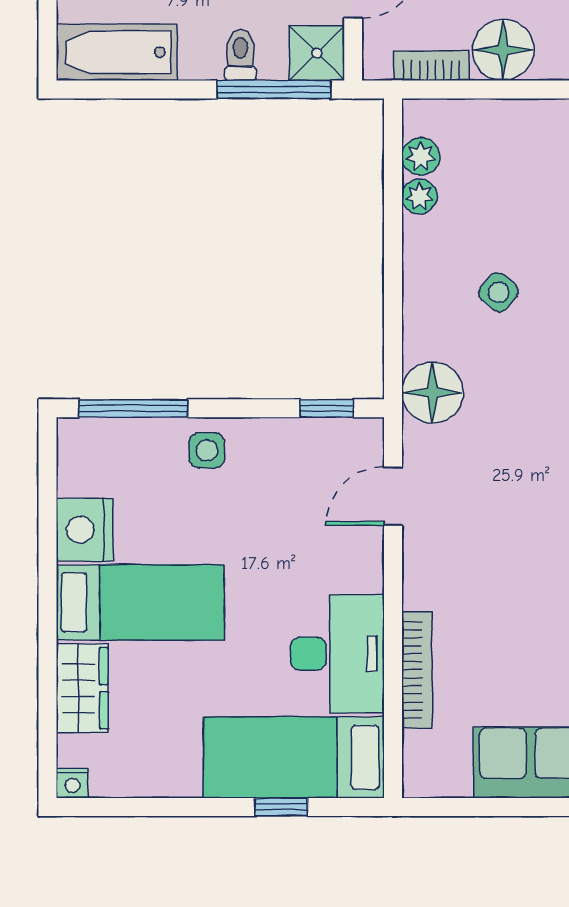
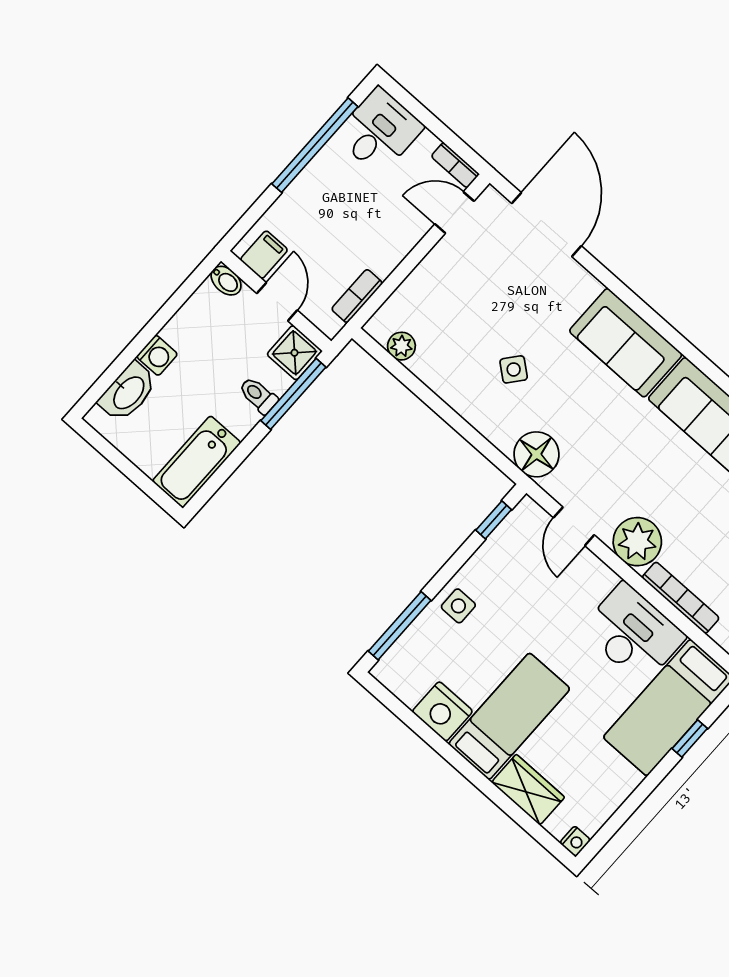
floor lamp: (503, 50) -> (383, 249), removed
plant: (419, 196) -> (637, 542), moved, width x1.88, depth x1.88

